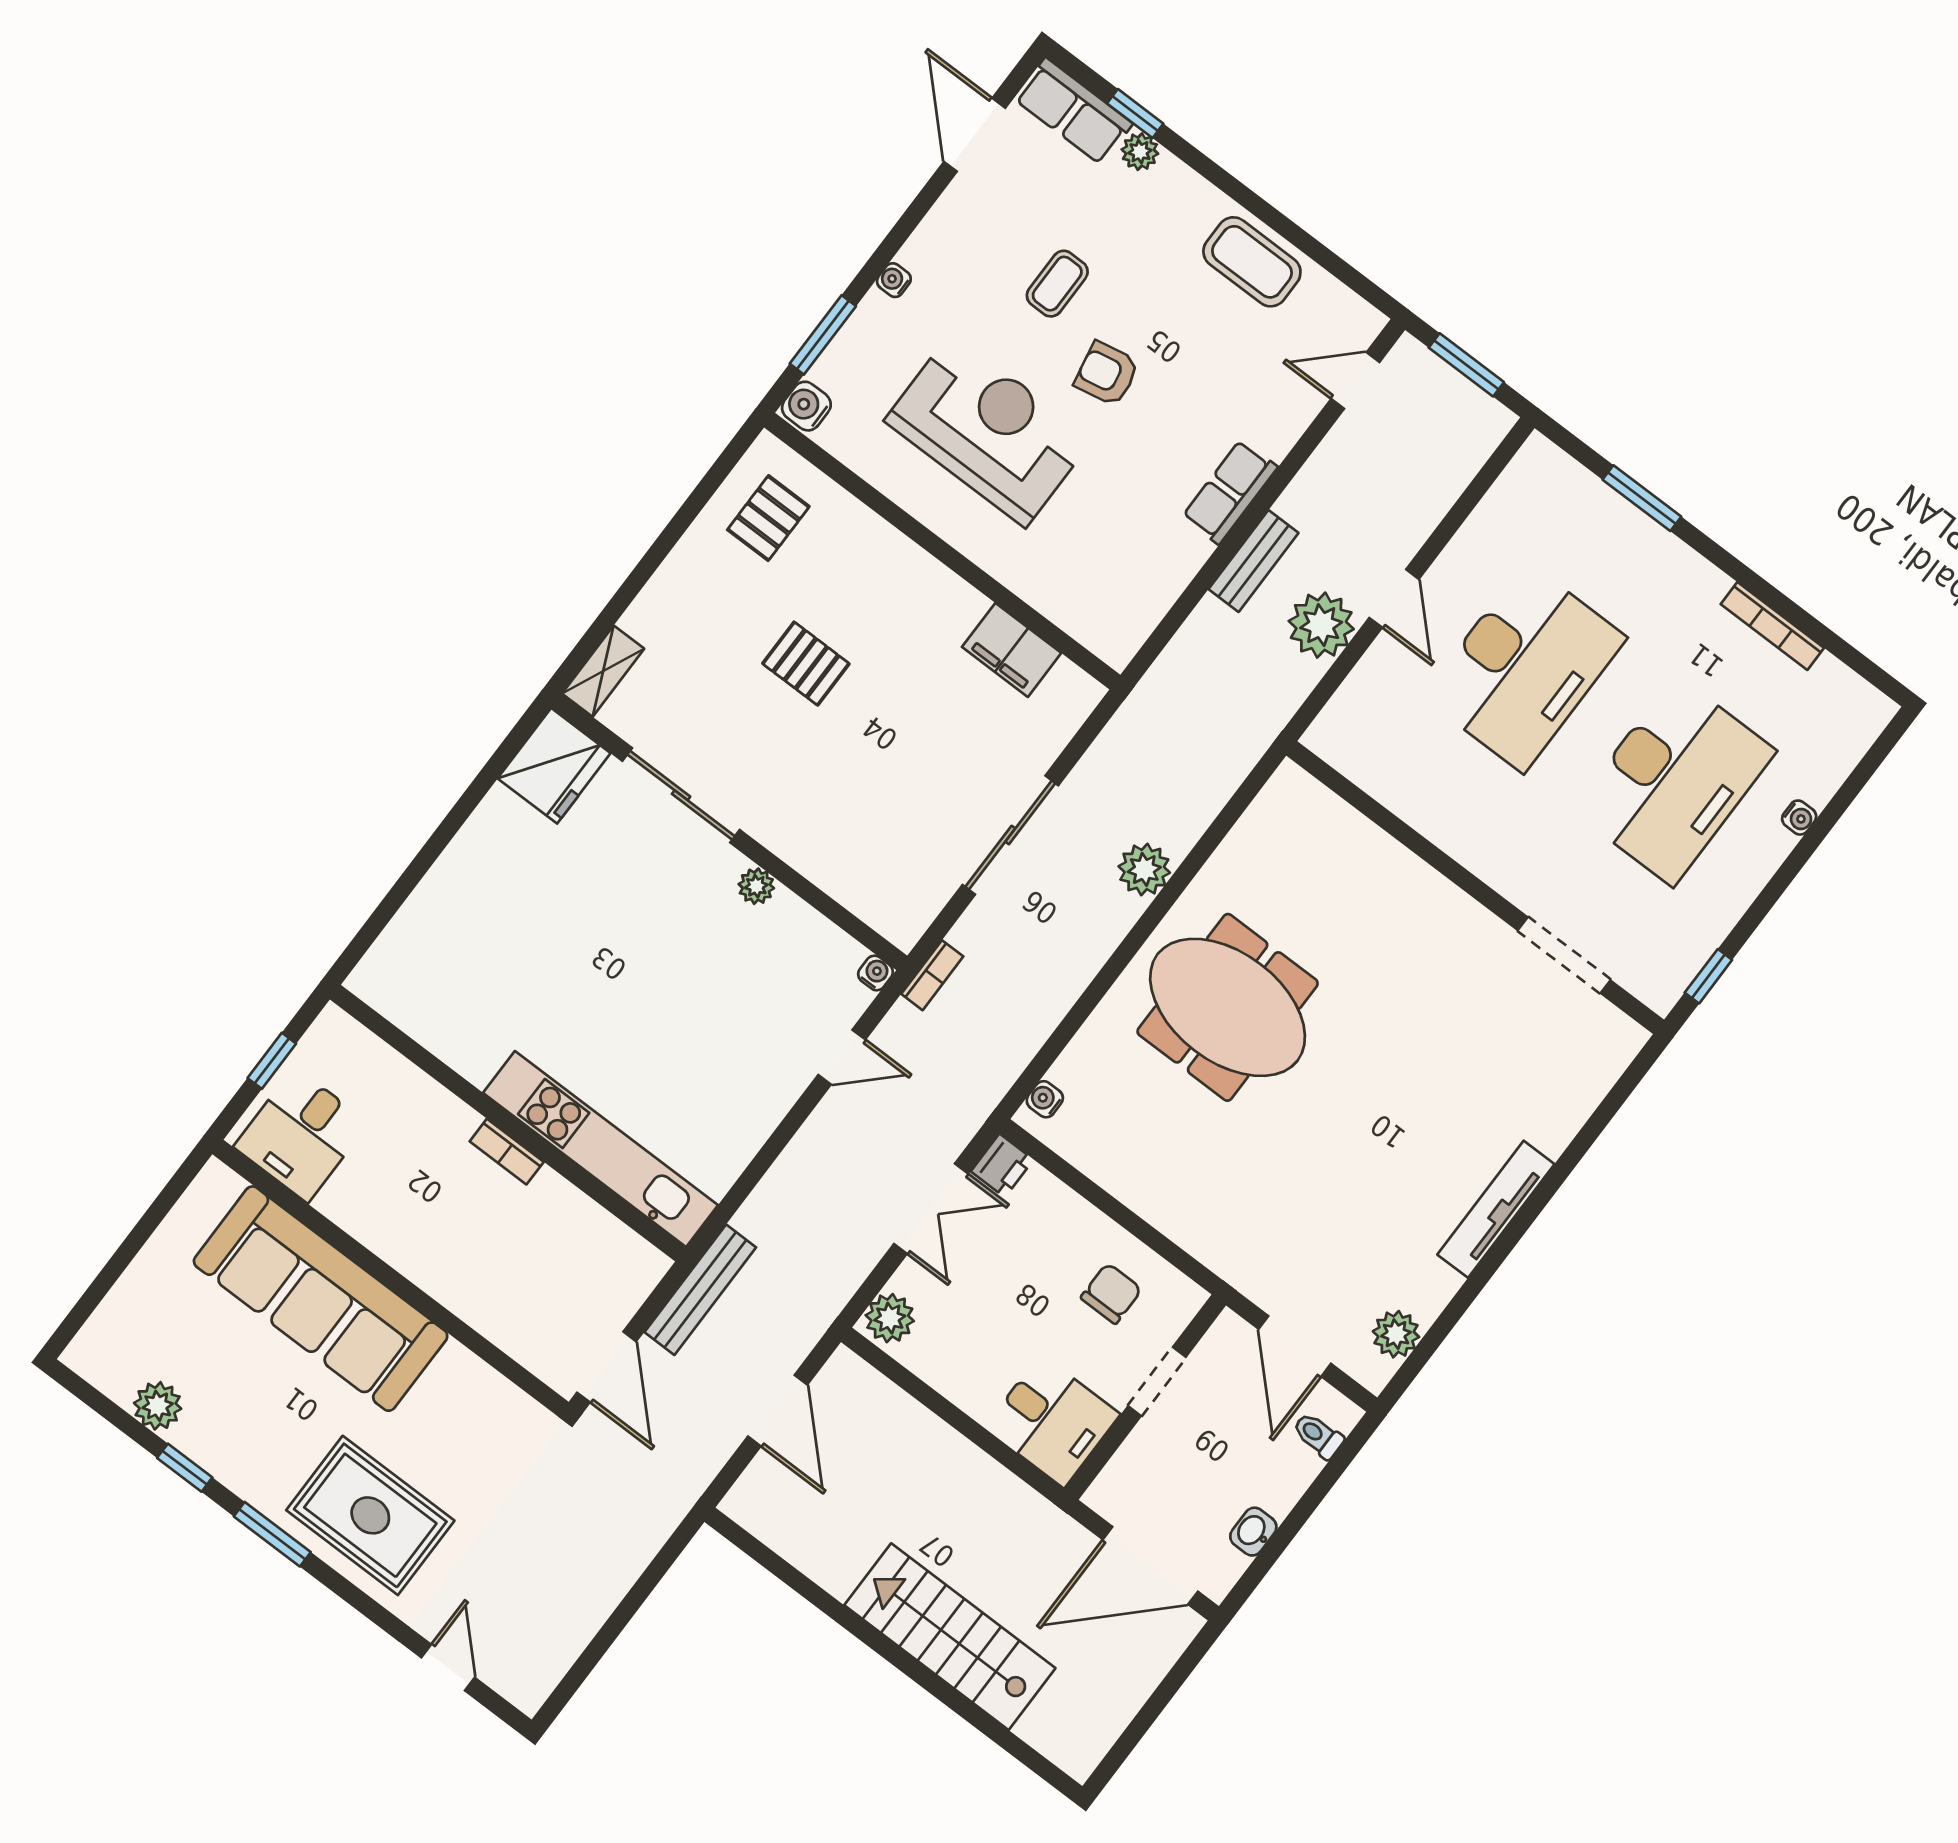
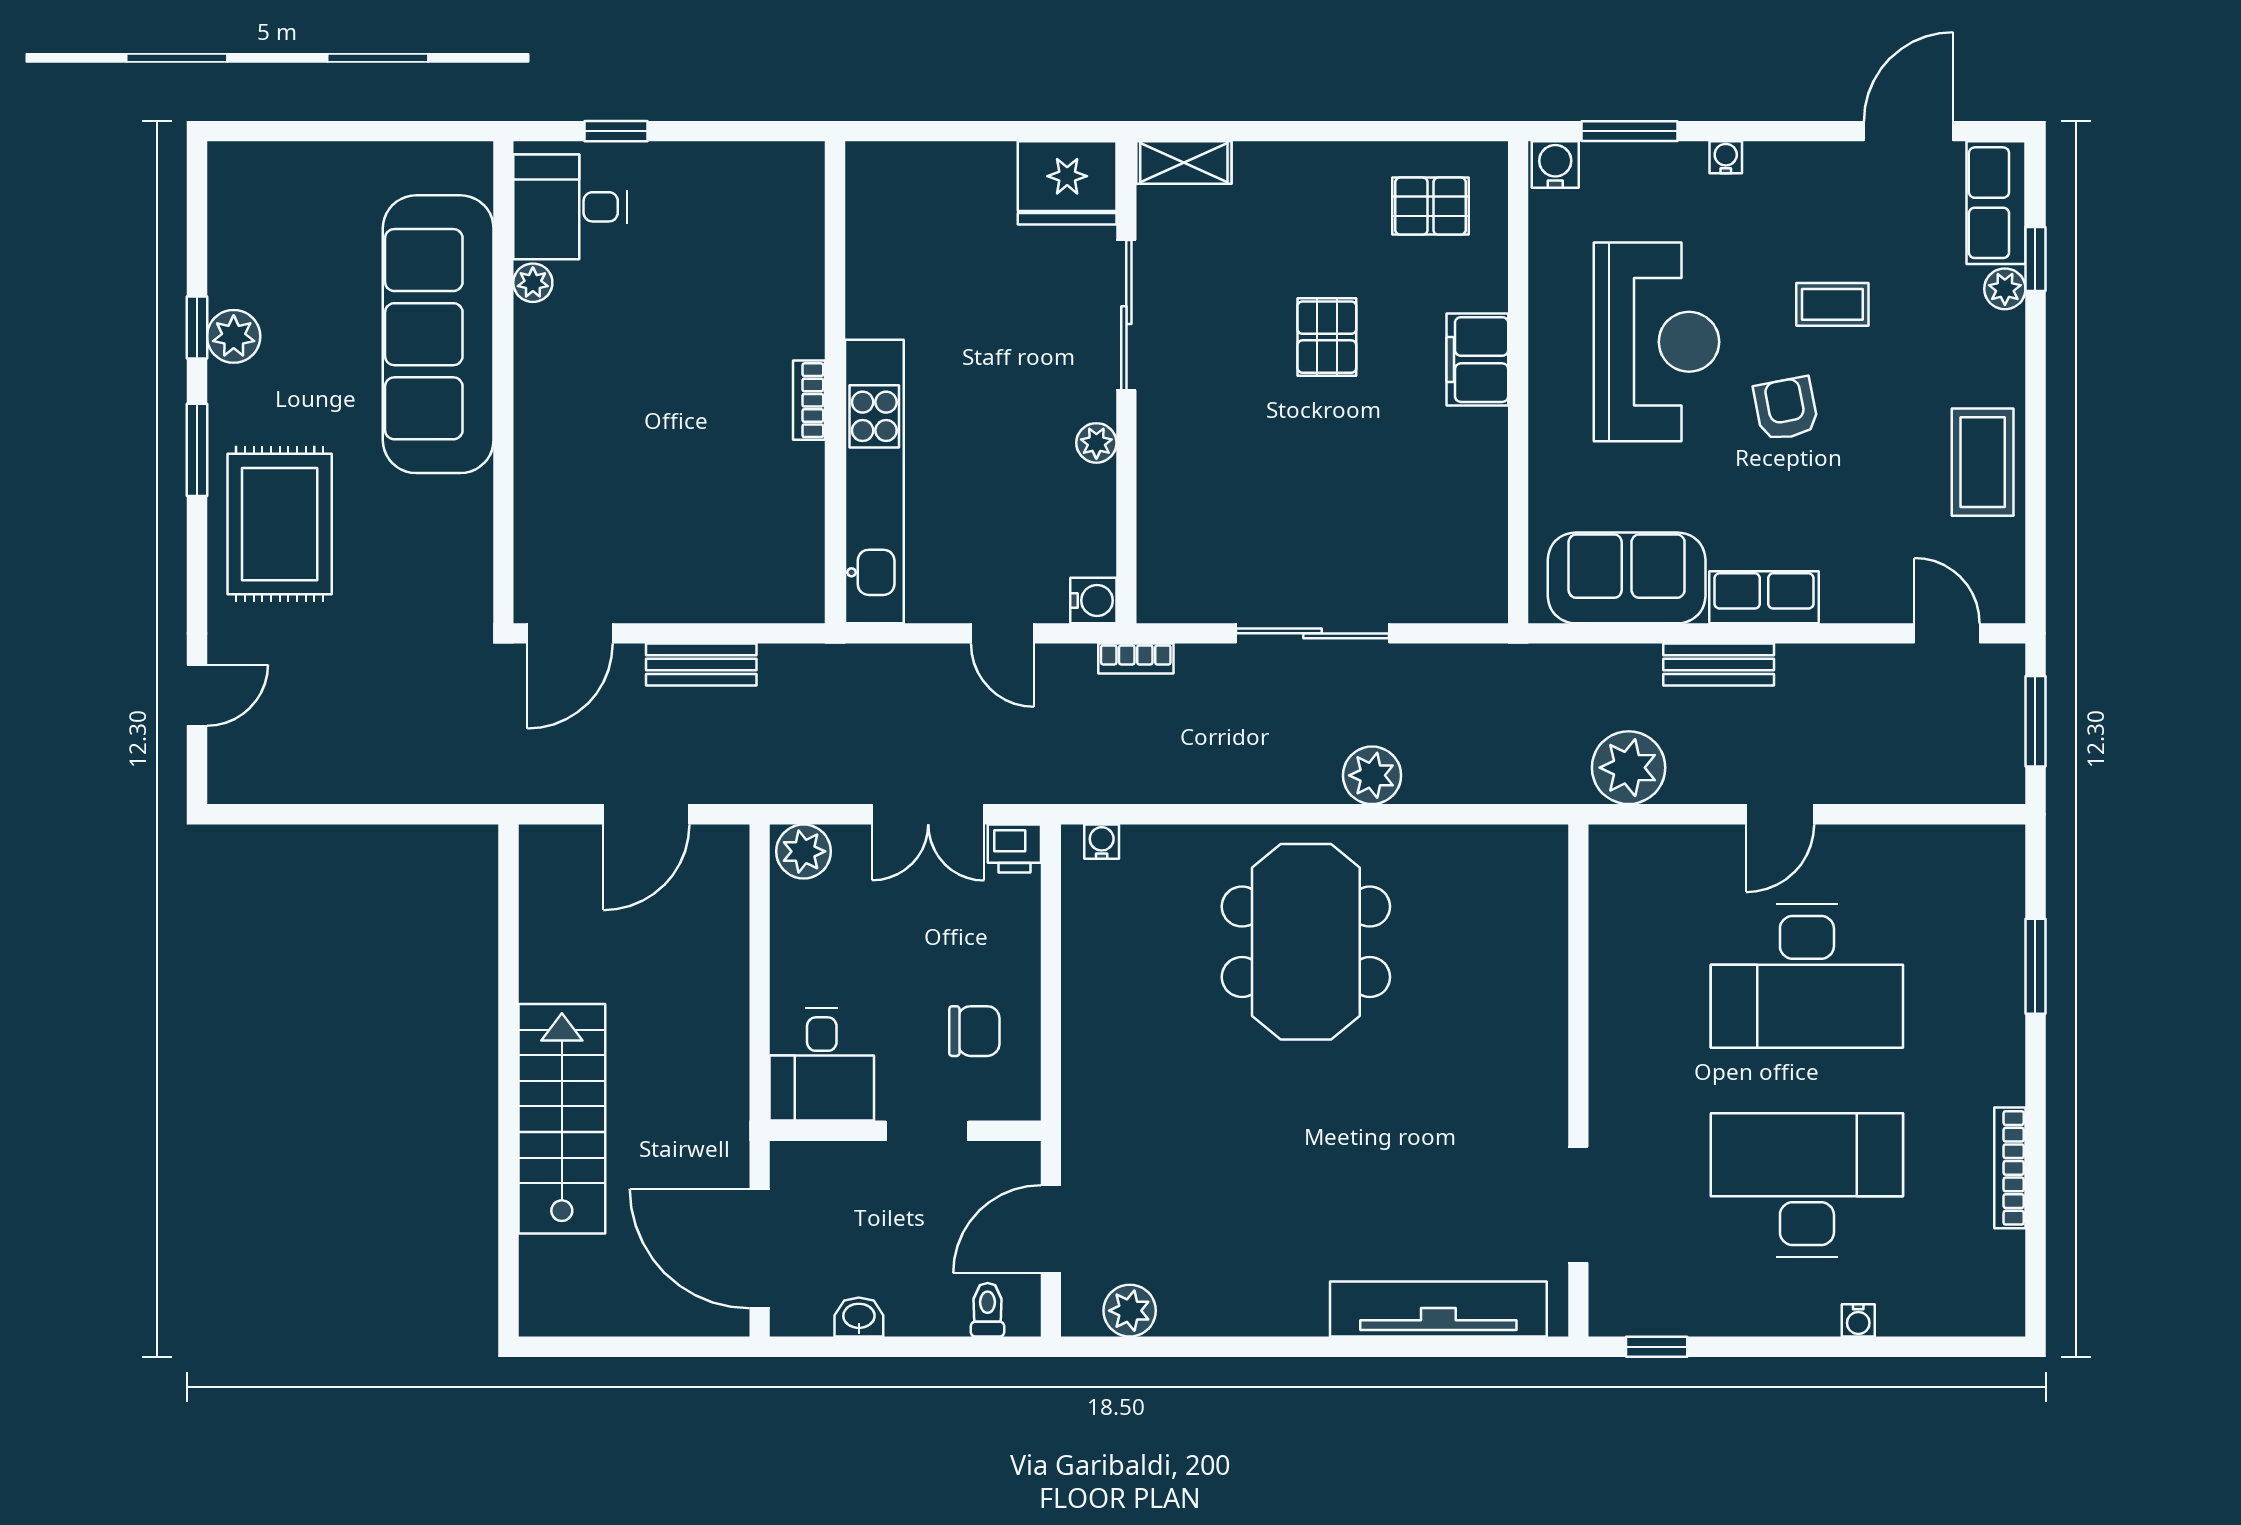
sofa: (1141, 580) -> (1627, 578), added
plant: (1321, 625) -> (1629, 768), moved
filing cabinet: (1012, 650) -> (1477, 360), moved
desk: (1674, 781) -> (1807, 1185), turned 180
water cooler: (876, 973) -> (1093, 600), width x1.38, depth x1.38
wall: (508, 1123) -> (835, 382), moved
kitchen unit: (600, 1149) -> (874, 482), moved
bookcase: (507, 1152) -> (809, 400), moved
plant: (335, 1203) -> (533, 283), added
tv unit: (1496, 1209) -> (1438, 1309), moved, width x1.36, depth x1.29
bench: (700, 1290) -> (701, 665), width x0.73
plant: (158, 1406) -> (234, 336), moved

